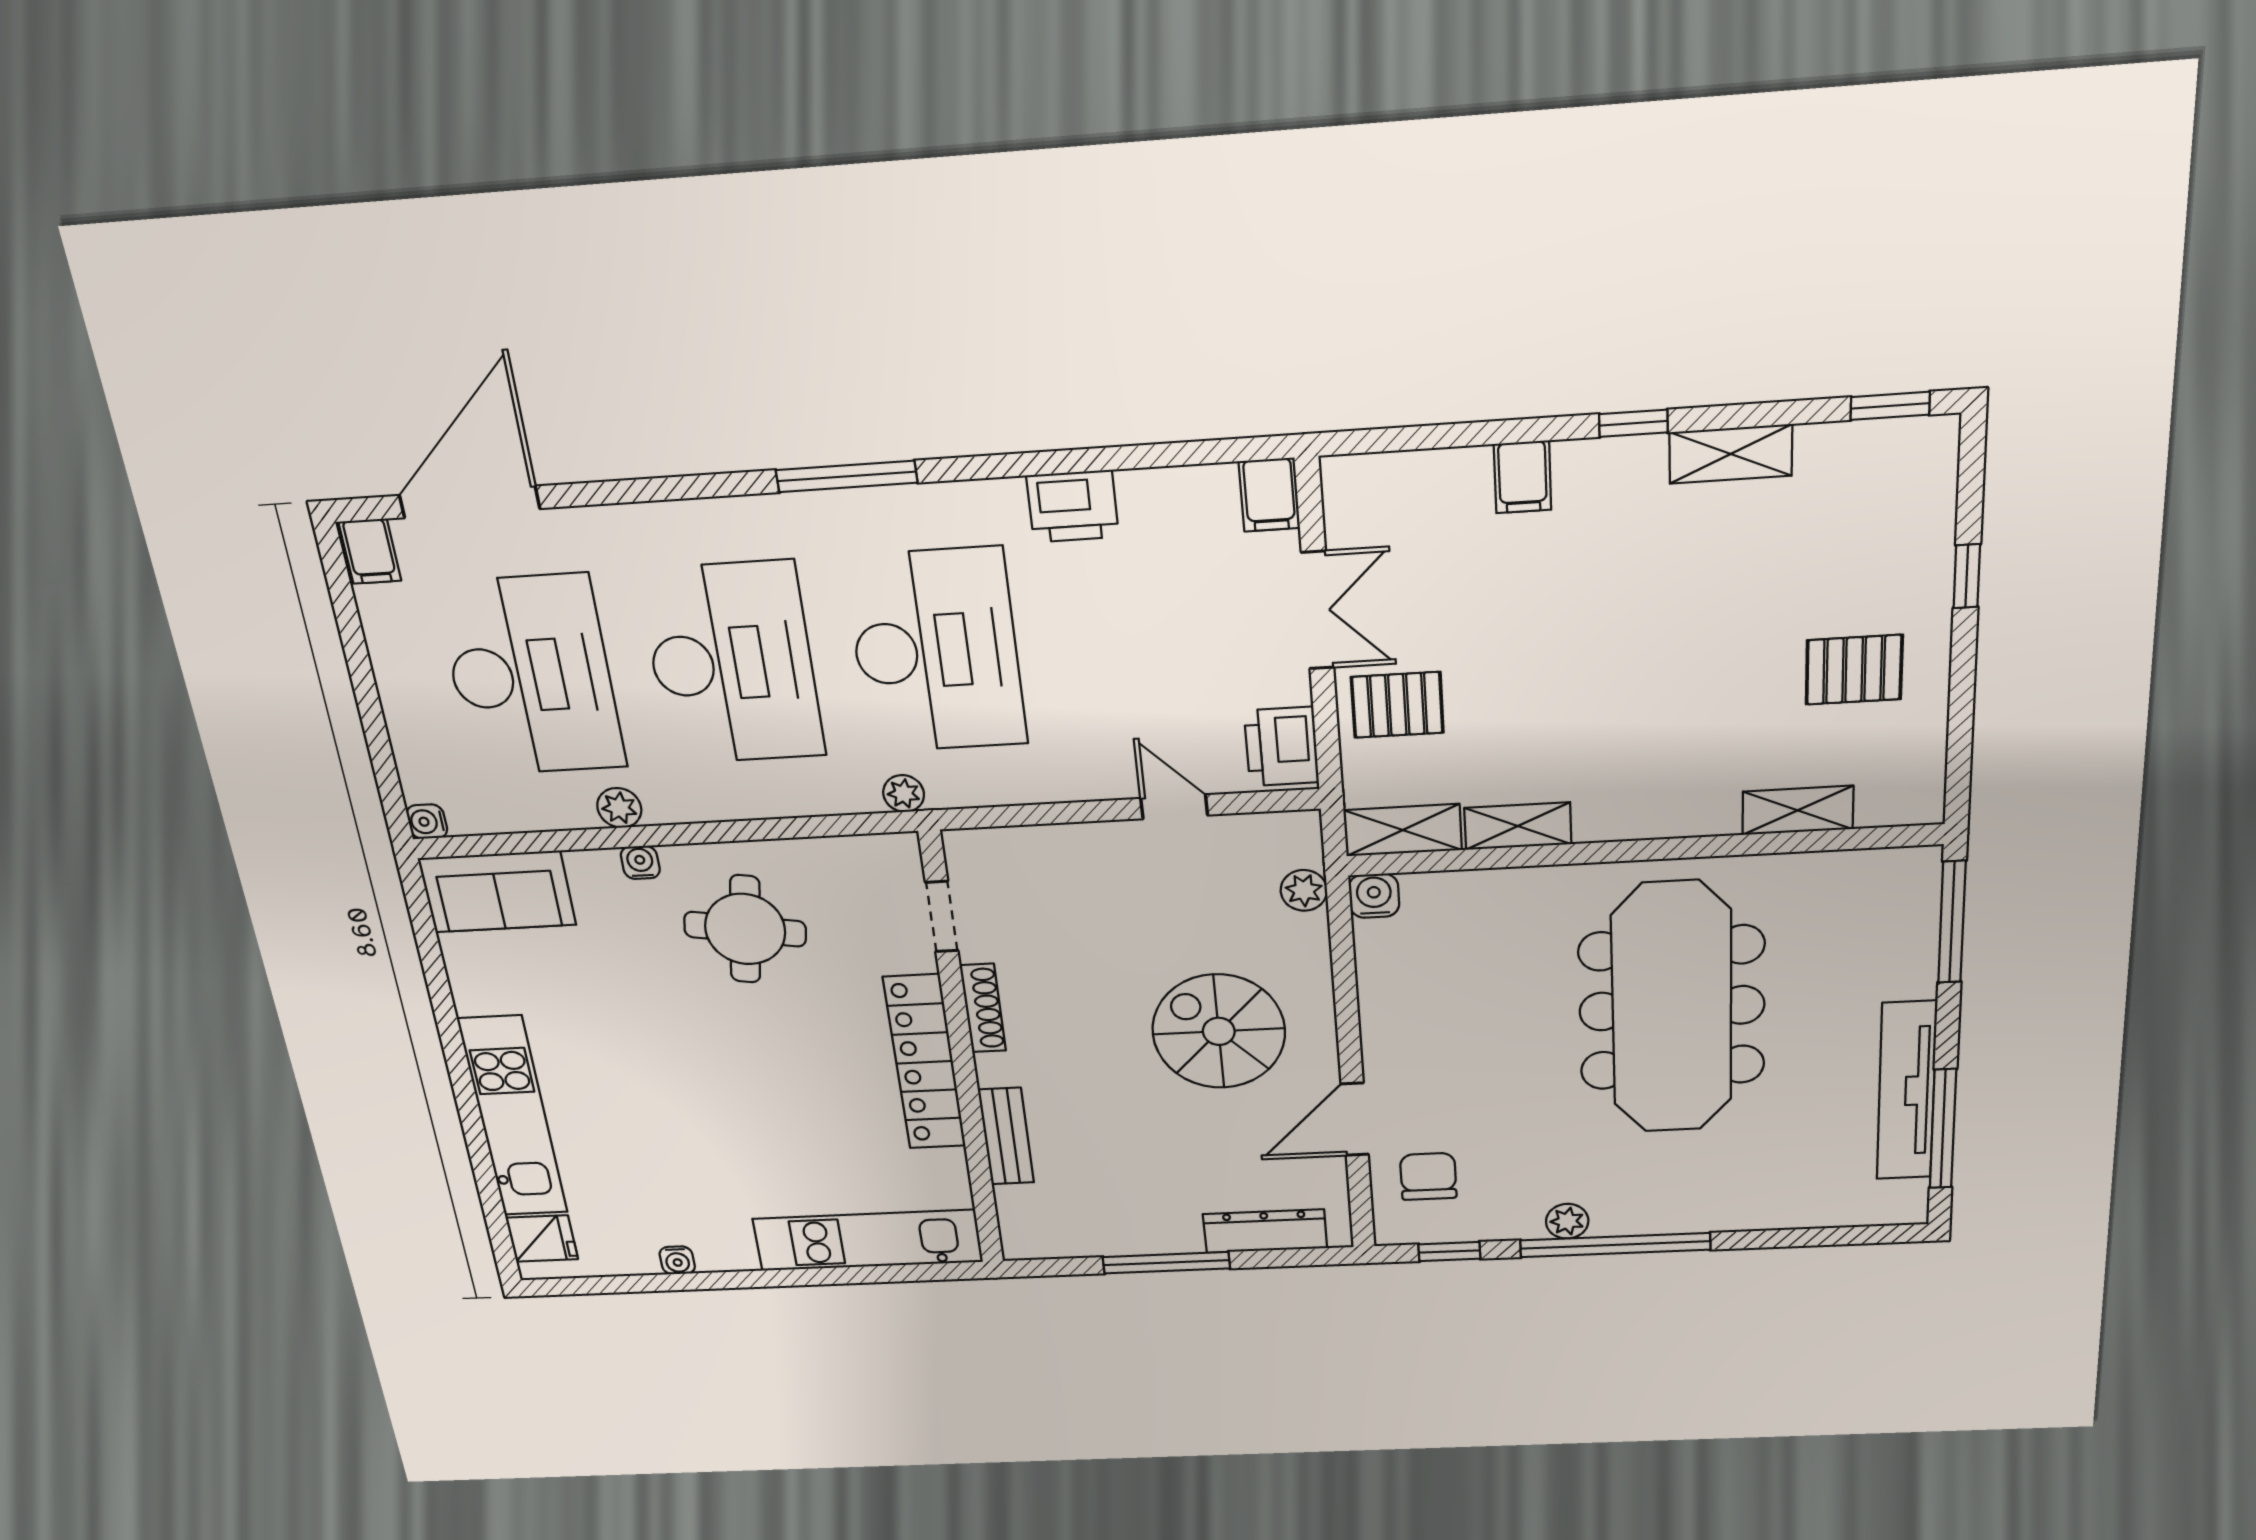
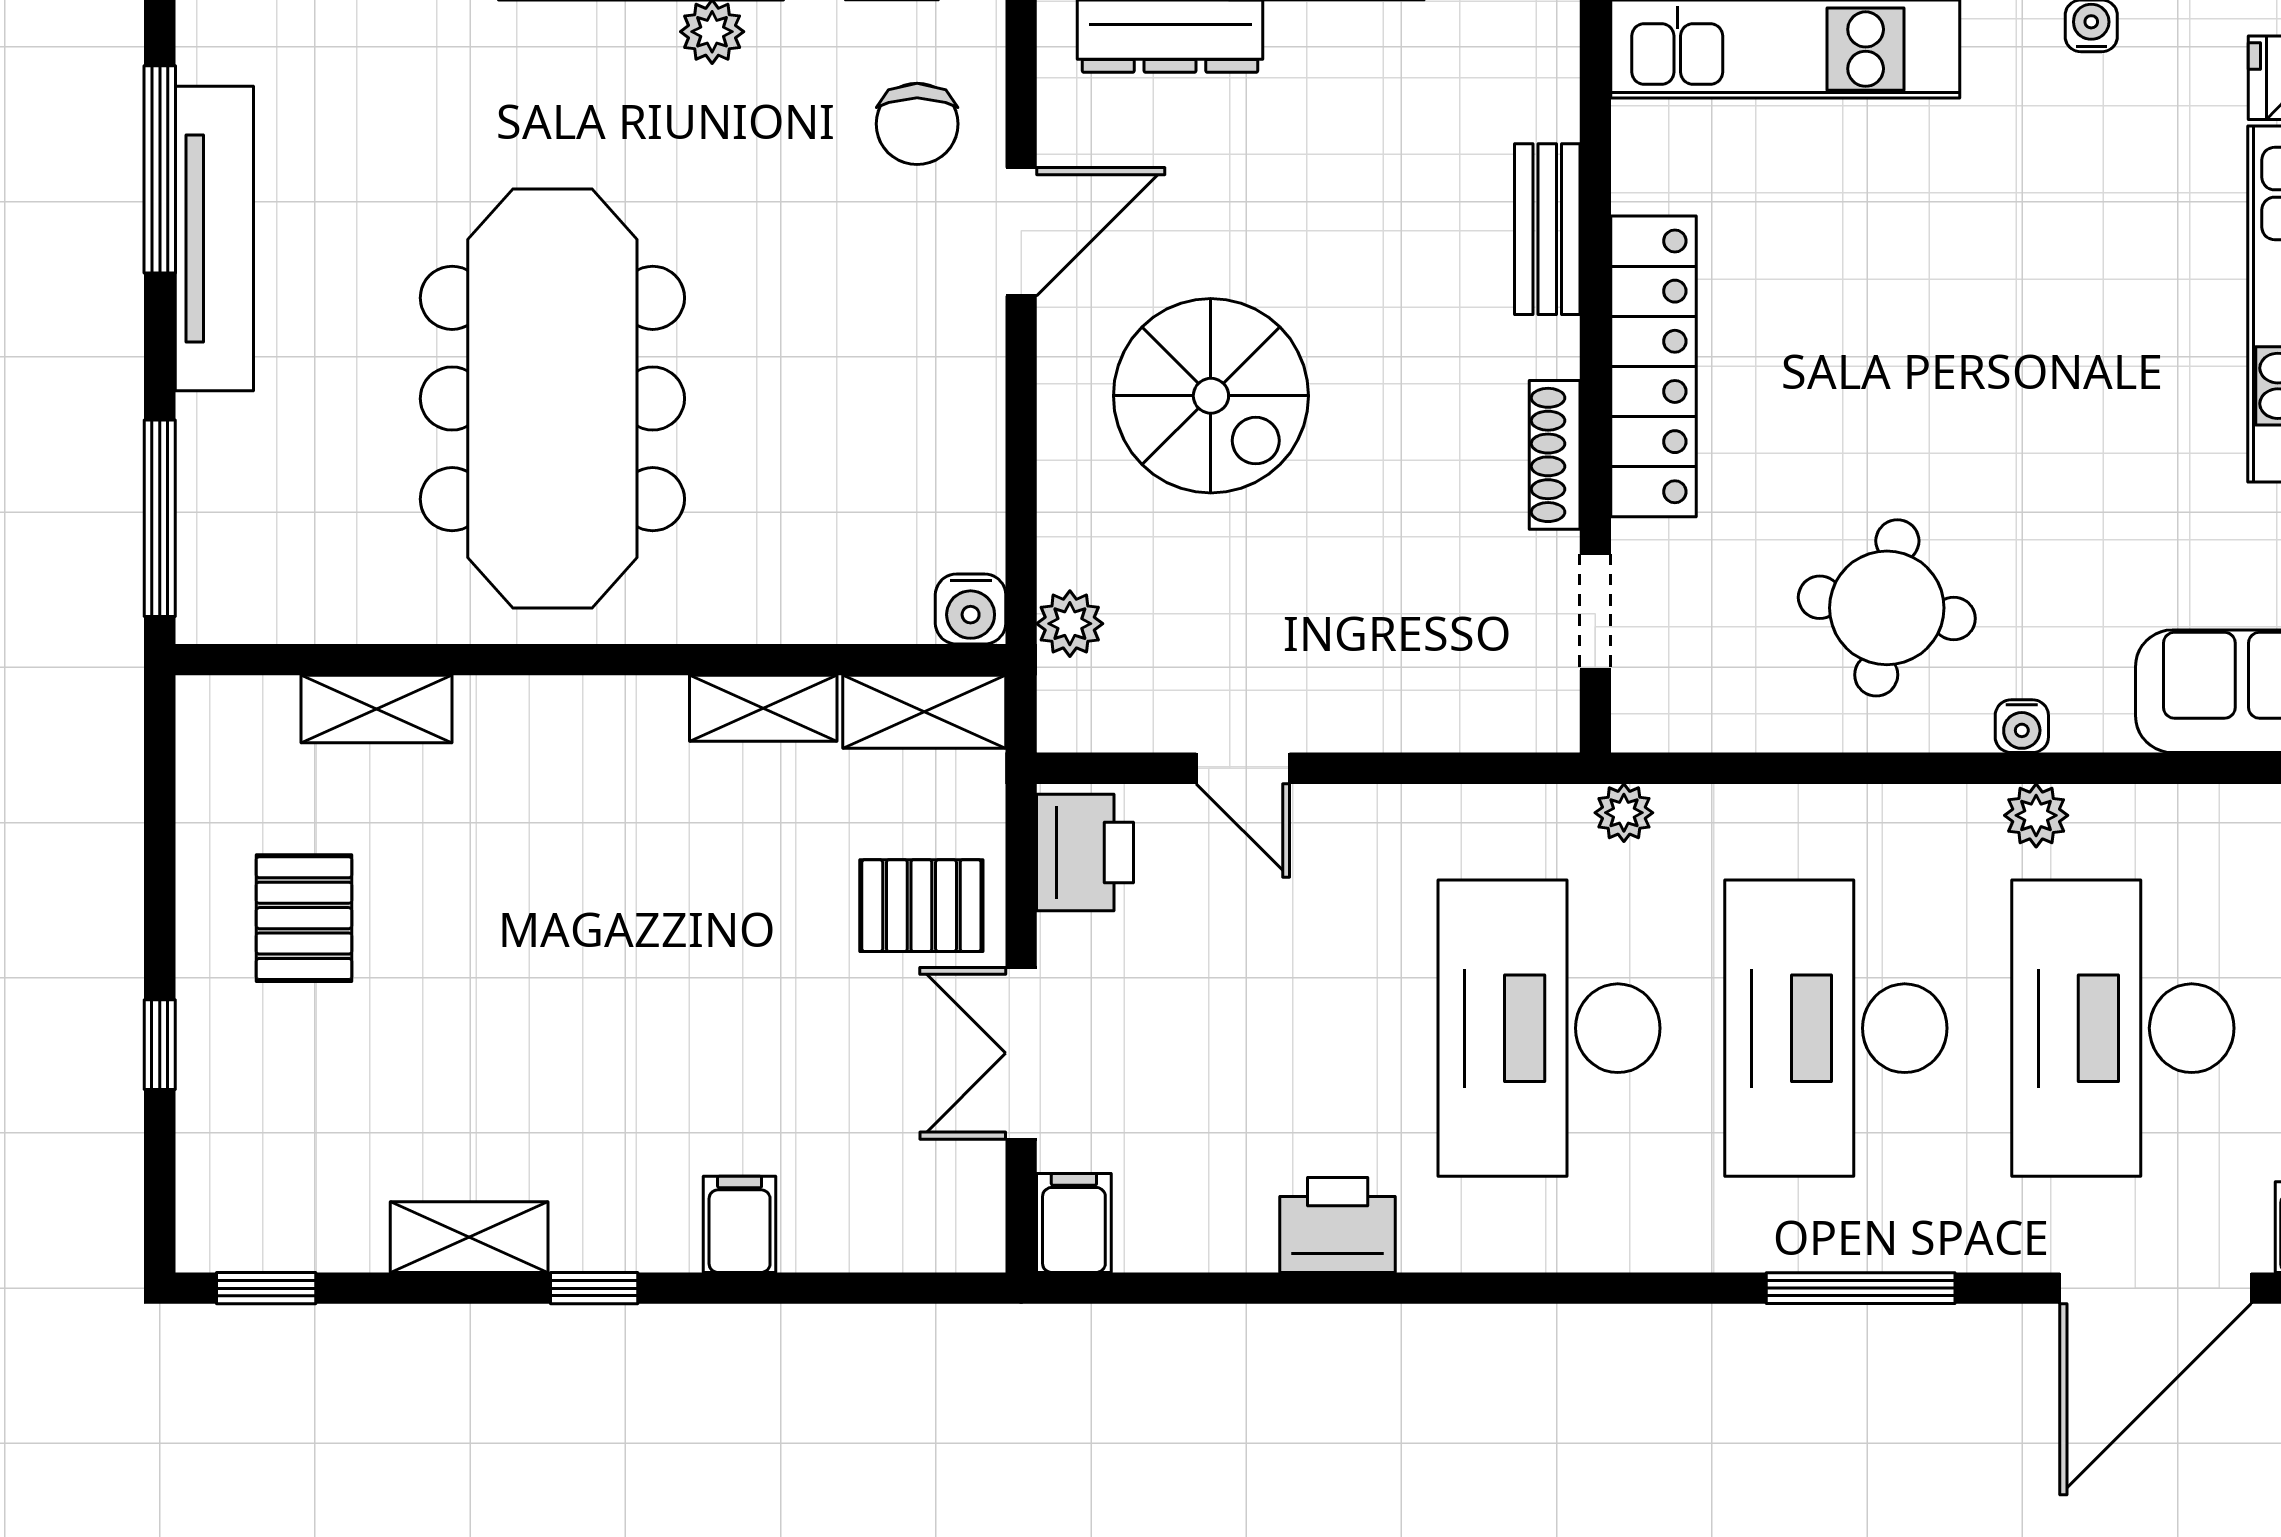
window: (847, 476) -> (1861, 1288), moved
pallet: (1854, 670) -> (304, 918), turned 90

